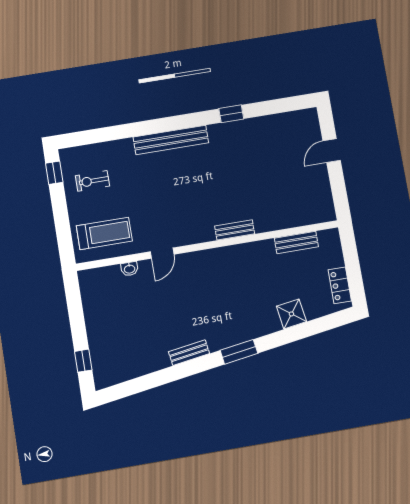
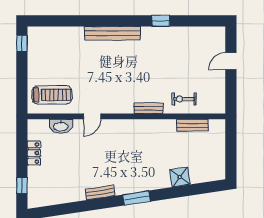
exercise bike: (92, 181) -> (184, 99), moved
washbasin: (130, 269) -> (61, 126), width x1.91, depth x1.45
locker: (340, 285) -> (34, 153), moved, turned 180

